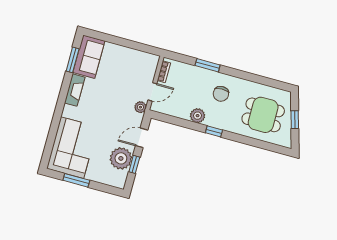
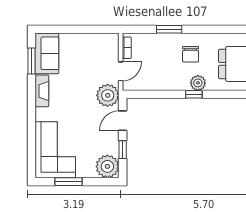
plant: (140, 107) -> (108, 95), width x1.87, depth x1.87
plant: (198, 116) -> (198, 83), moved
plant: (121, 158) -> (107, 166), moved

